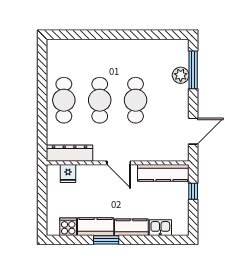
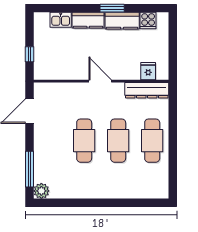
plant: (181, 75) -> (41, 191), moved
kitchen counter: (163, 173) -> (58, 72), removed

